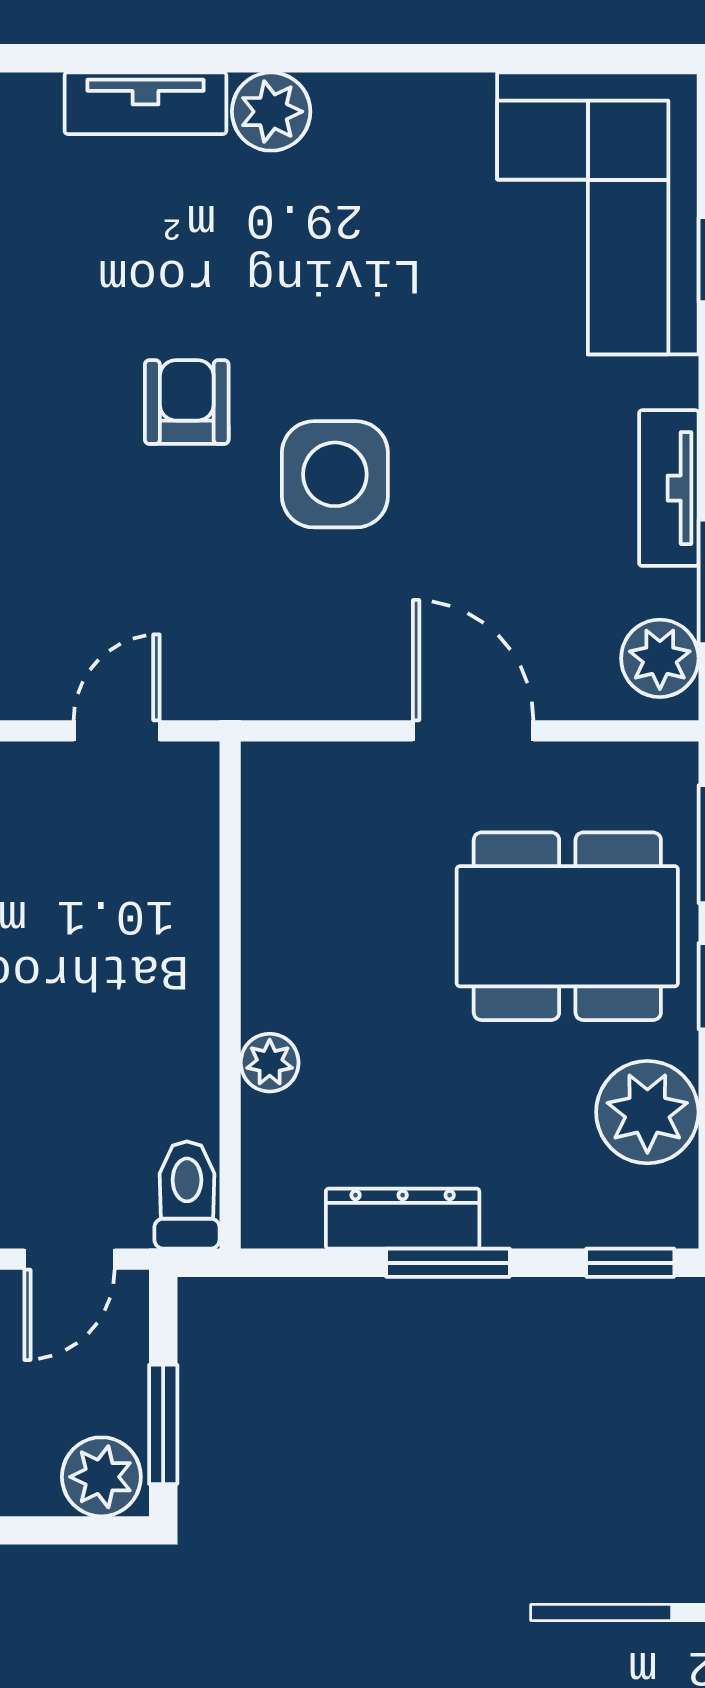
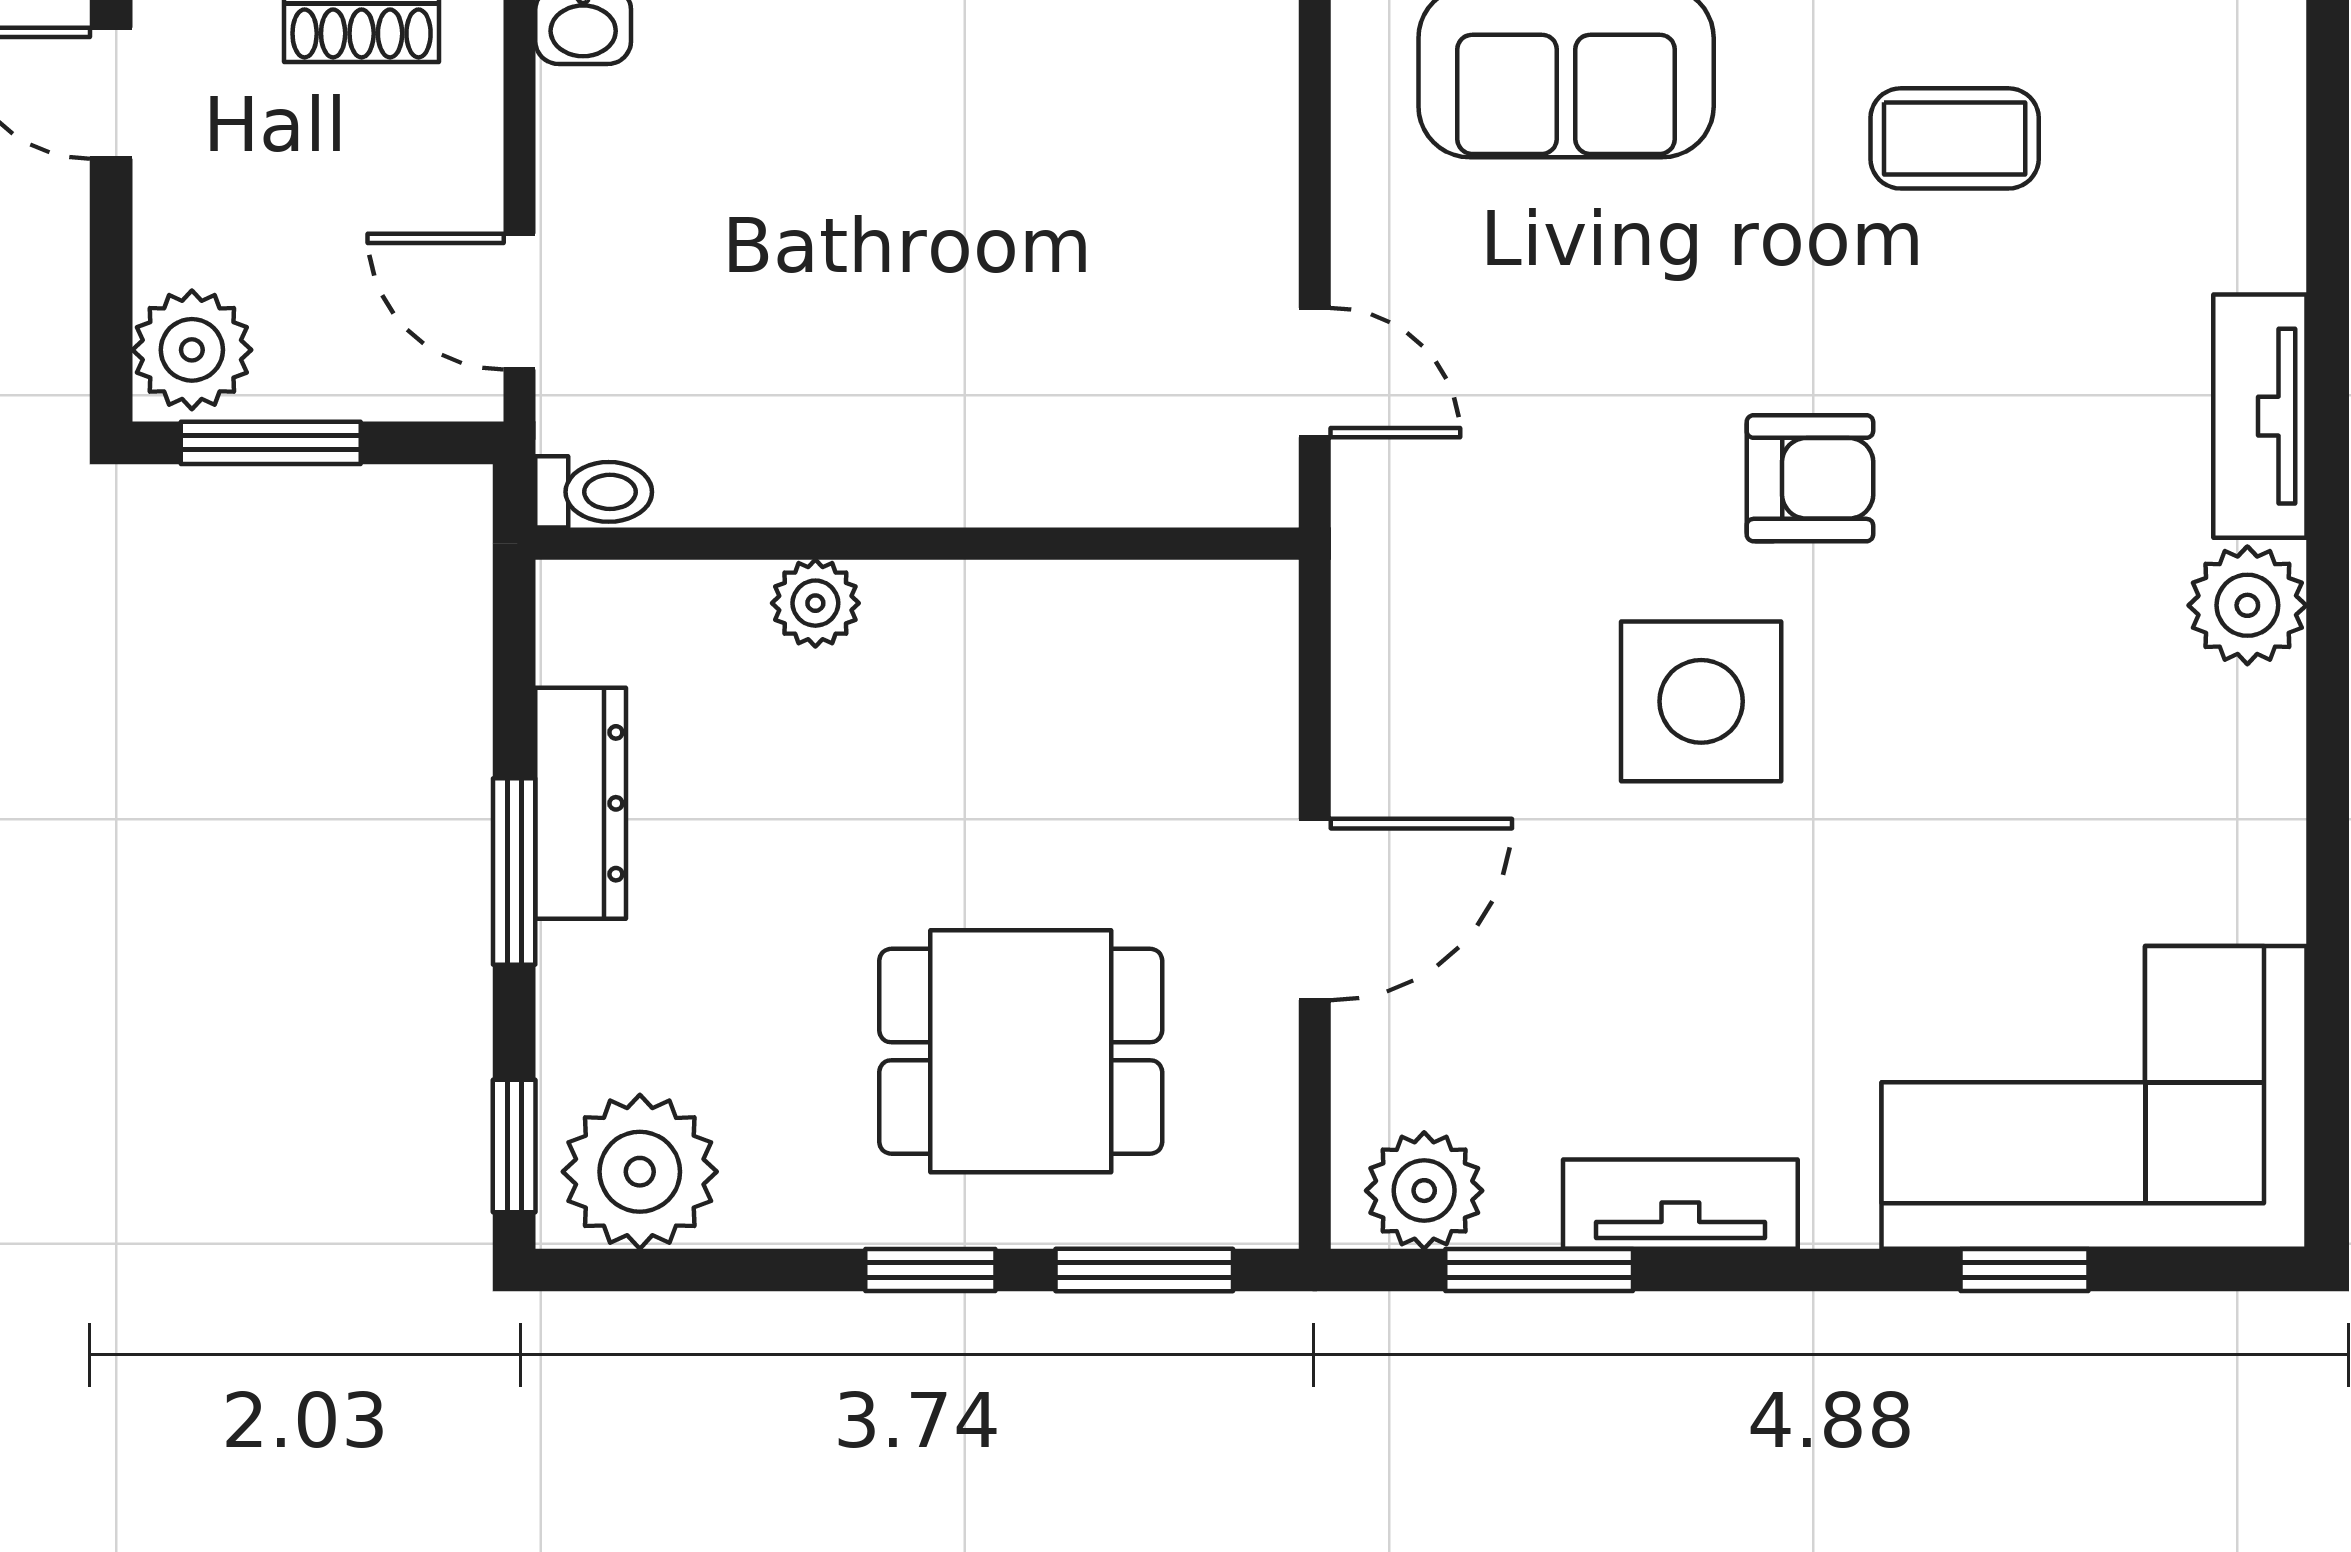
dining table: (567, 926) -> (1021, 1051), width x0.73
plant: (647, 1112) -> (640, 1172), moved
toilet: (187, 1195) -> (594, 492), width x0.73, depth x0.72

